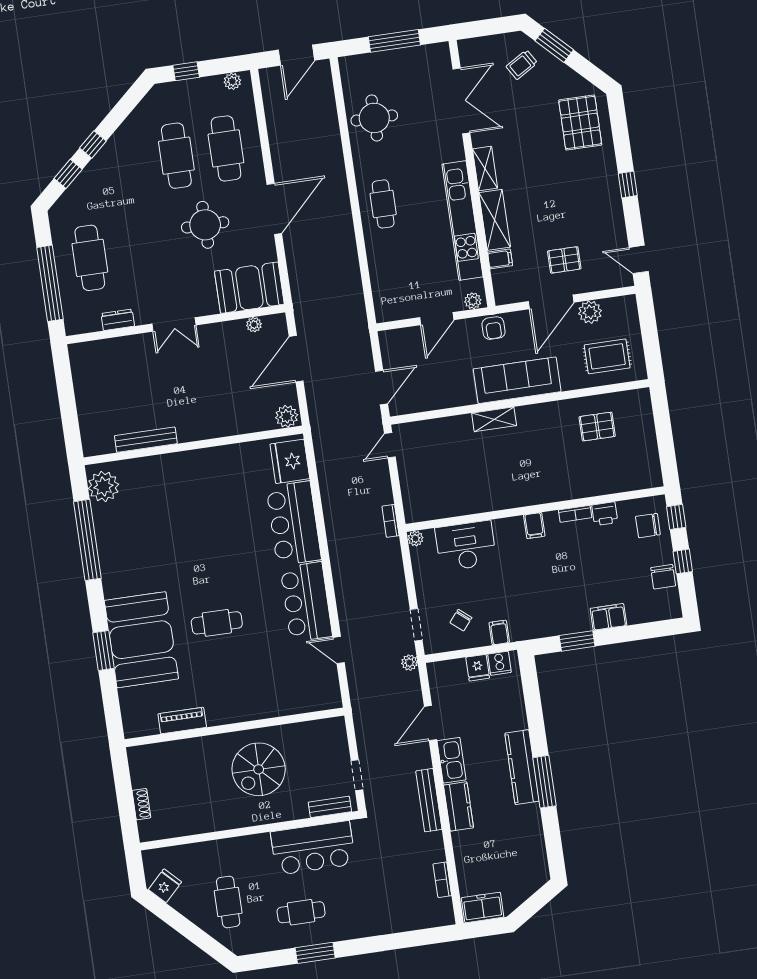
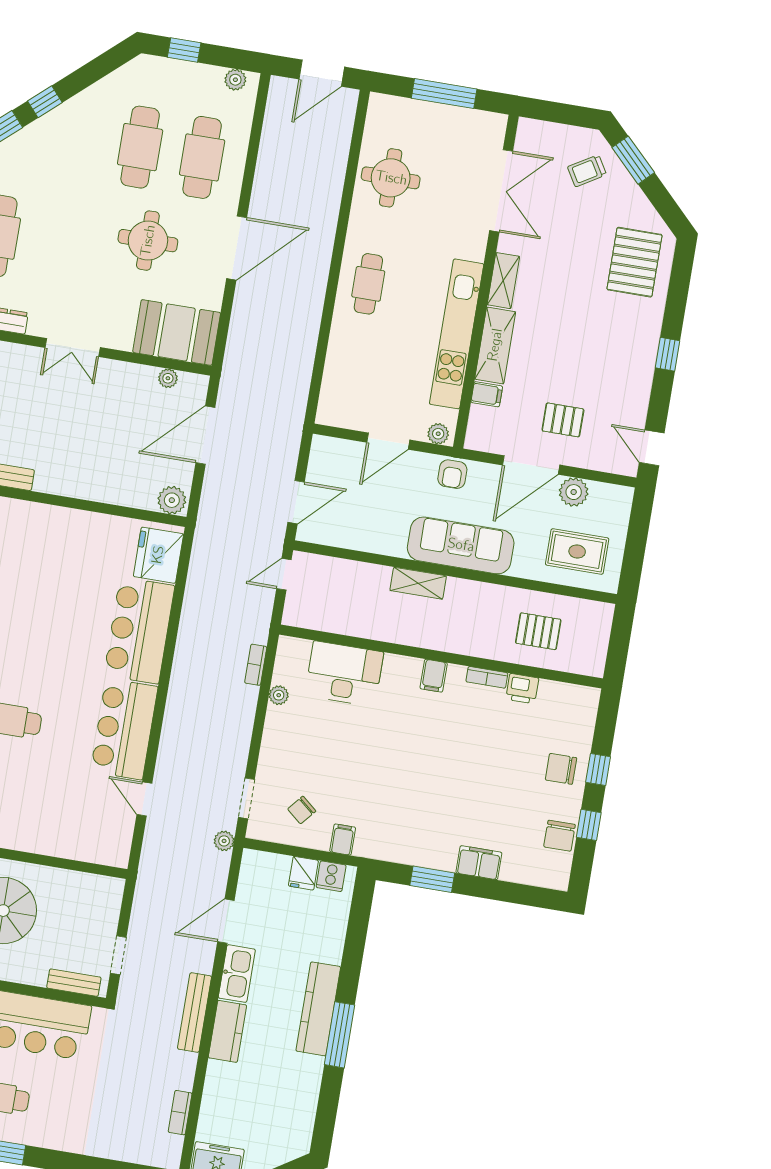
wall: (535, 509) -> (441, 656), moved
bookcase: (575, 514) -> (487, 677), moved
printer: (605, 514) -> (522, 689), moved
filing cabinet: (534, 526) -> (434, 676), moved
desk: (466, 546) -> (344, 674), moved

